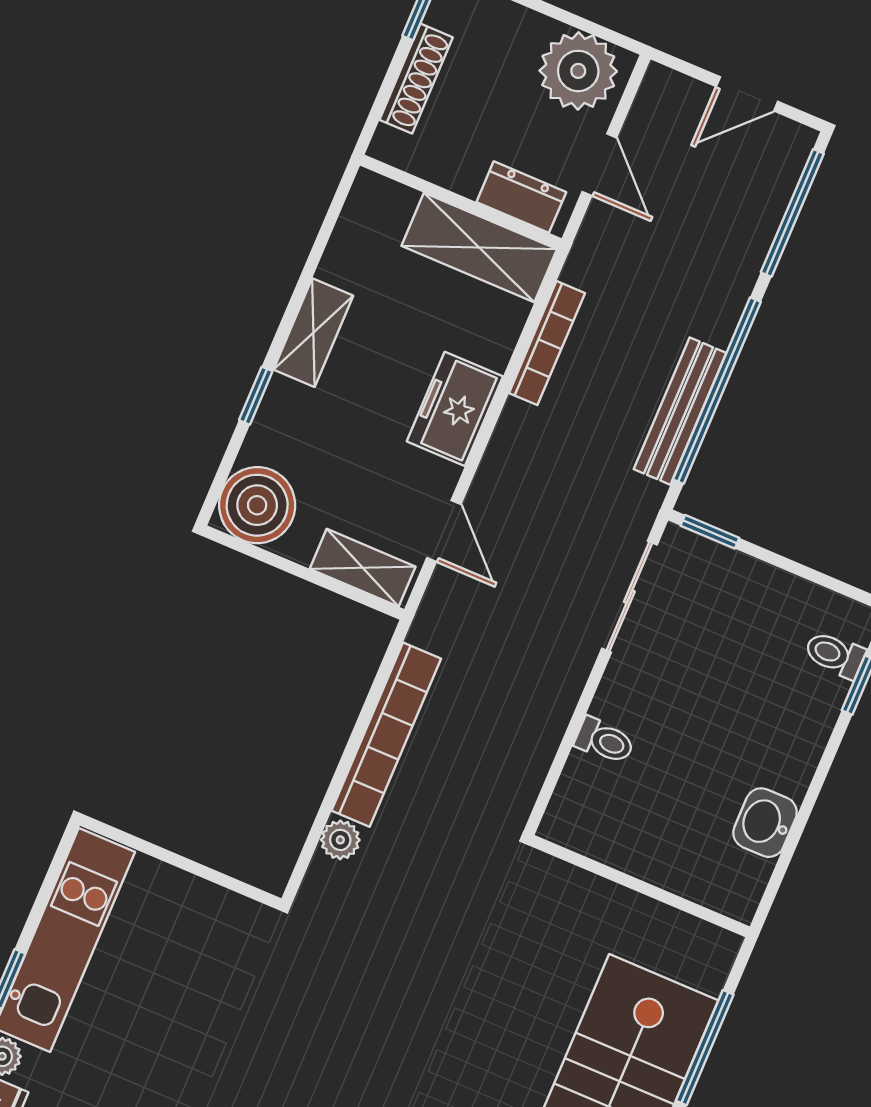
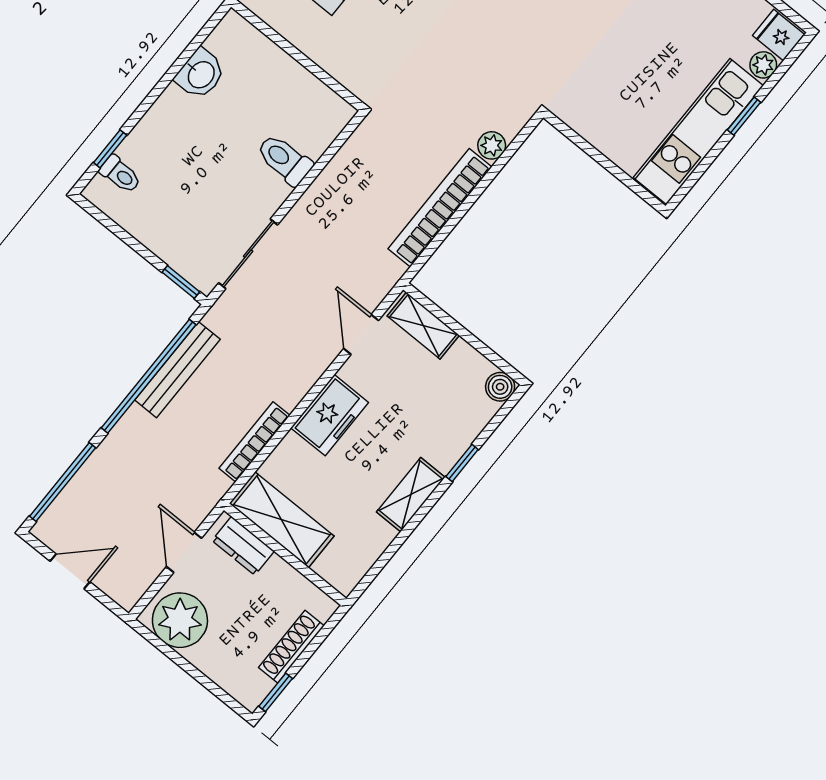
boiler: (257, 505) -> (500, 387), width x0.54, depth x0.54
toilet: (605, 741) -> (285, 160), width x1.37, depth x1.39

